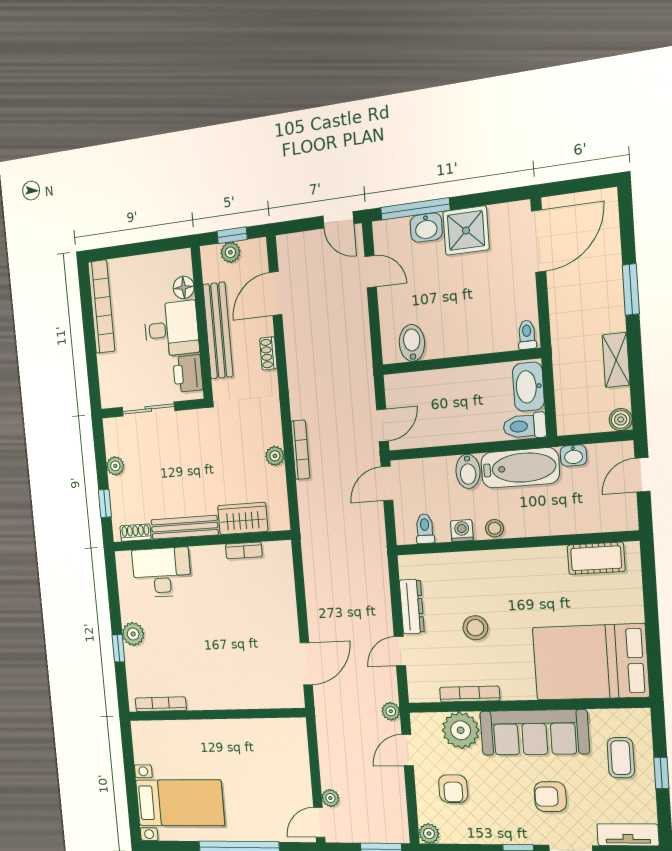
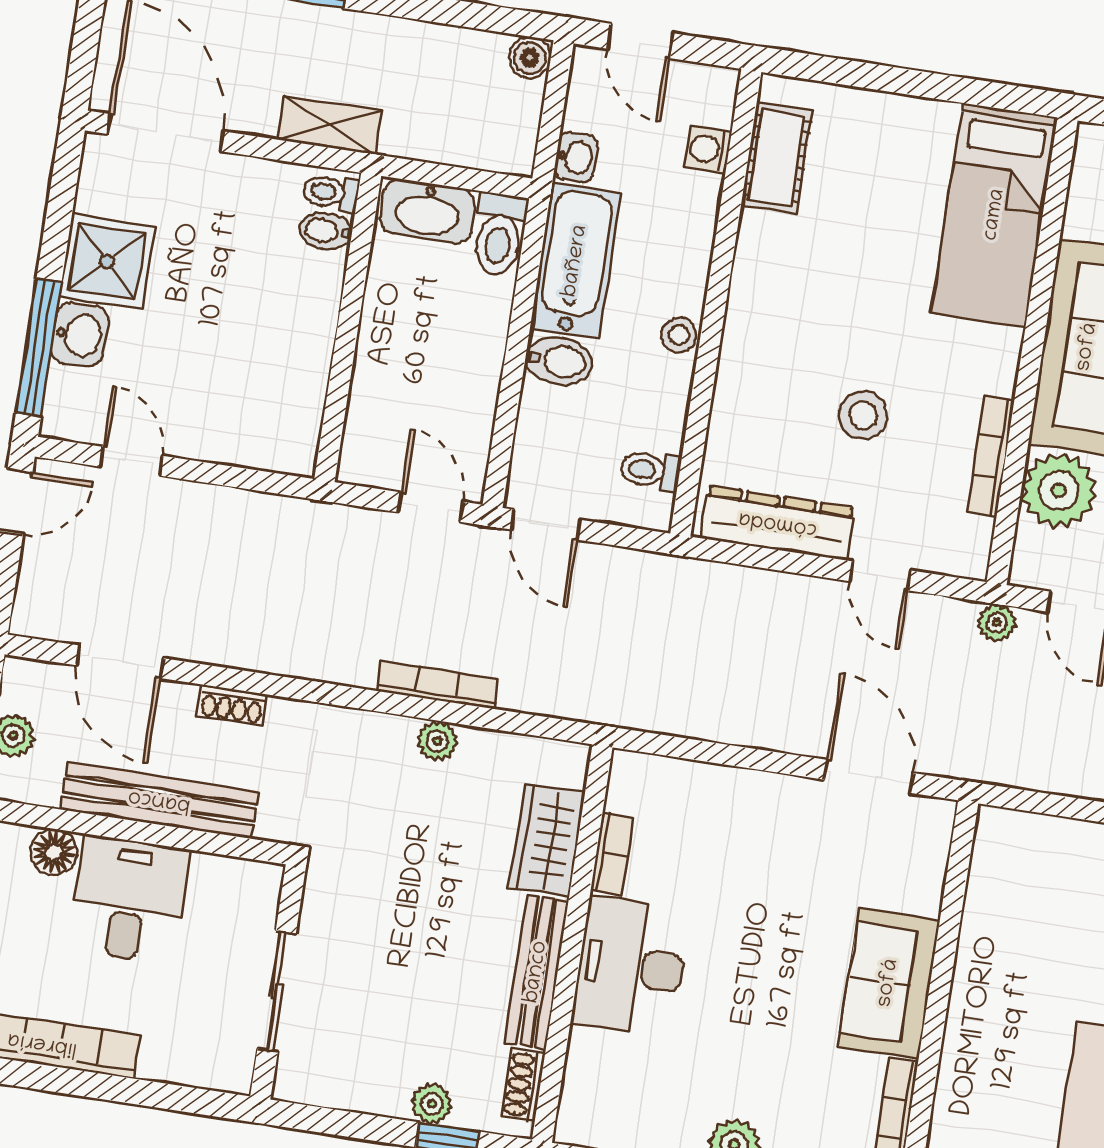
door: (371, 272) -> (131, 461), hinge flipped
bidet: (412, 343) -> (326, 231), moved, width x0.72, depth x0.74
shelving: (616, 360) -> (330, 125), moved
printer: (188, 374) -> (227, 886), removed
plant: (115, 466) -> (432, 1104), moved
washing machine: (462, 531) -> (708, 149), moved
desk: (162, 572) -> (631, 967), moved
dresser: (412, 606) -> (778, 523), width x1.37, depth x1.24
bed: (590, 662) -> (995, 215), width x0.67
sofa: (217, 691) -> (889, 983), added

